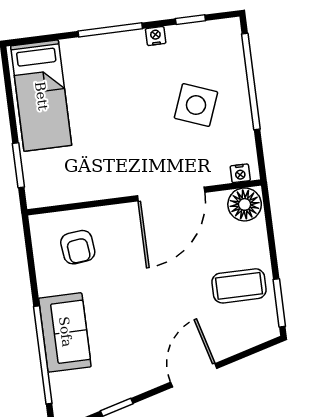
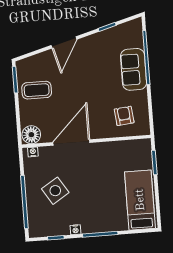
side table: (196, 105) -> (55, 191), turned 37

